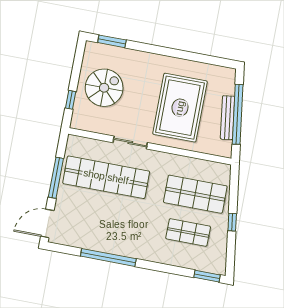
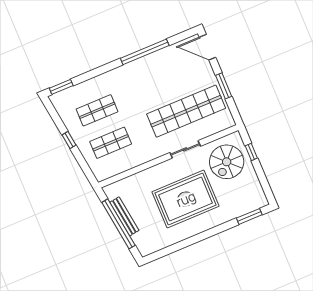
spiral stairs: (104, 88) -> (227, 162), moved
rug: (180, 108) -> (186, 199), moved, turned 90
window: (56, 178) -> (224, 86), width x0.69
shop shelf: (195, 194) -> (111, 143), width x0.70, depth x0.74
door: (47, 223) -> (208, 47), swing flipped

